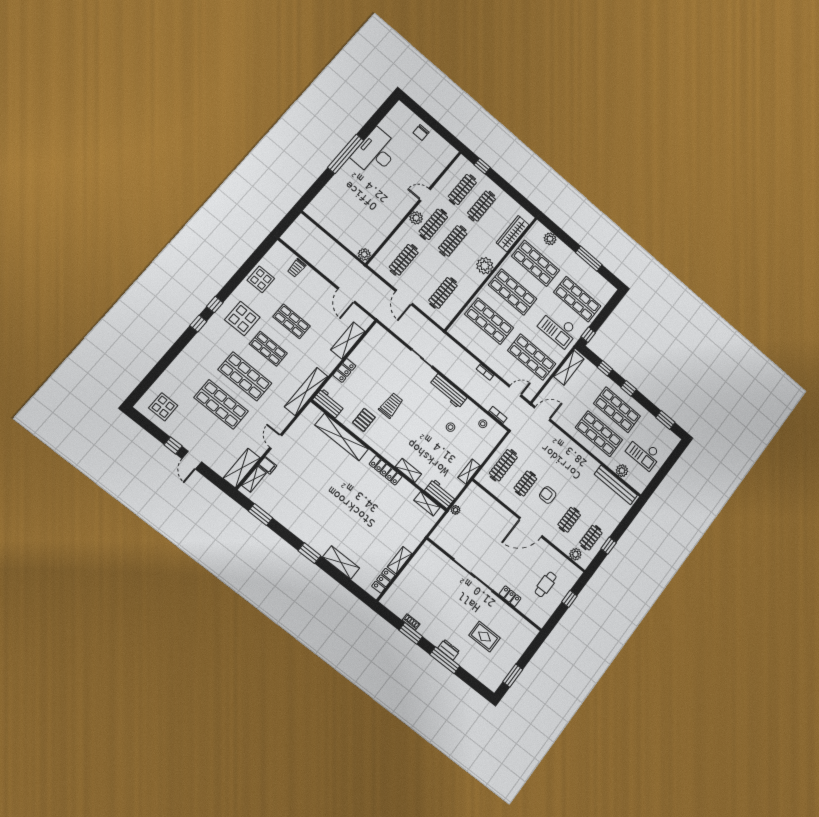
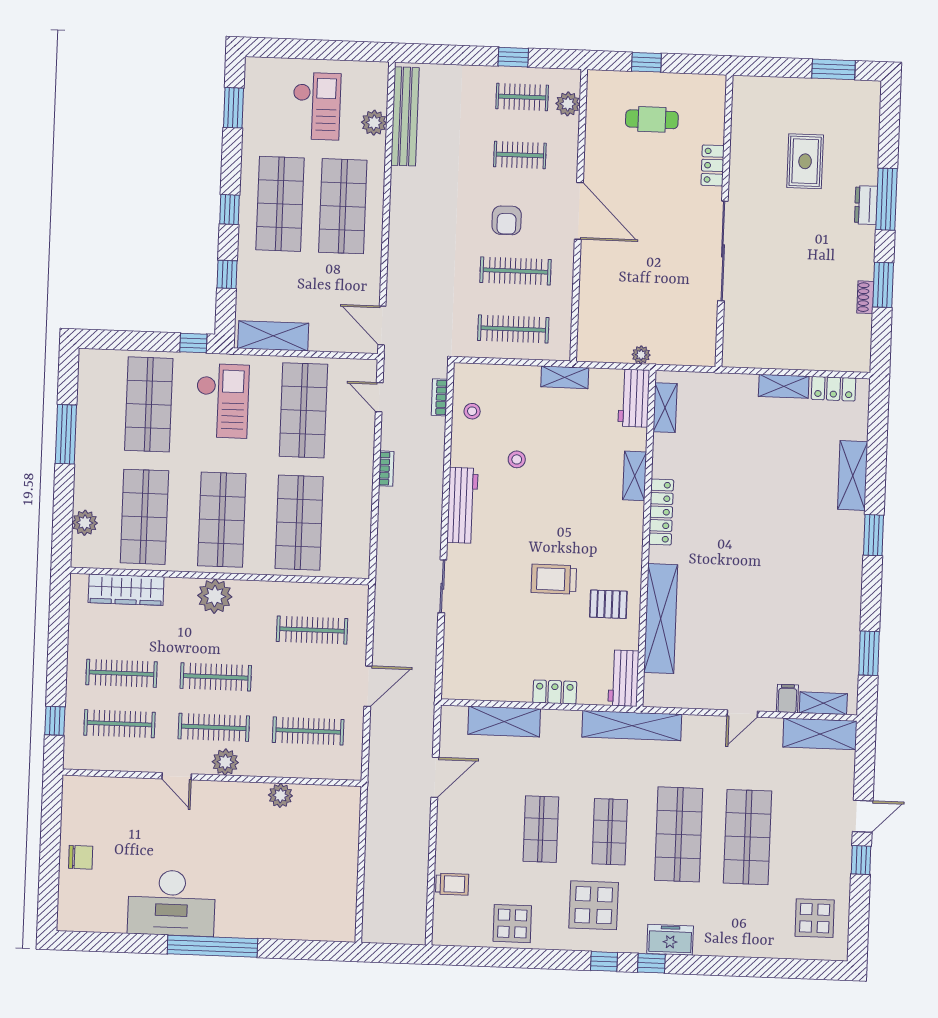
plant: (364, 254) -> (280, 795), moved
freezer: (202, 339) -> (670, 940), added
clothes rail: (525, 484) -> (515, 271), width x1.36

